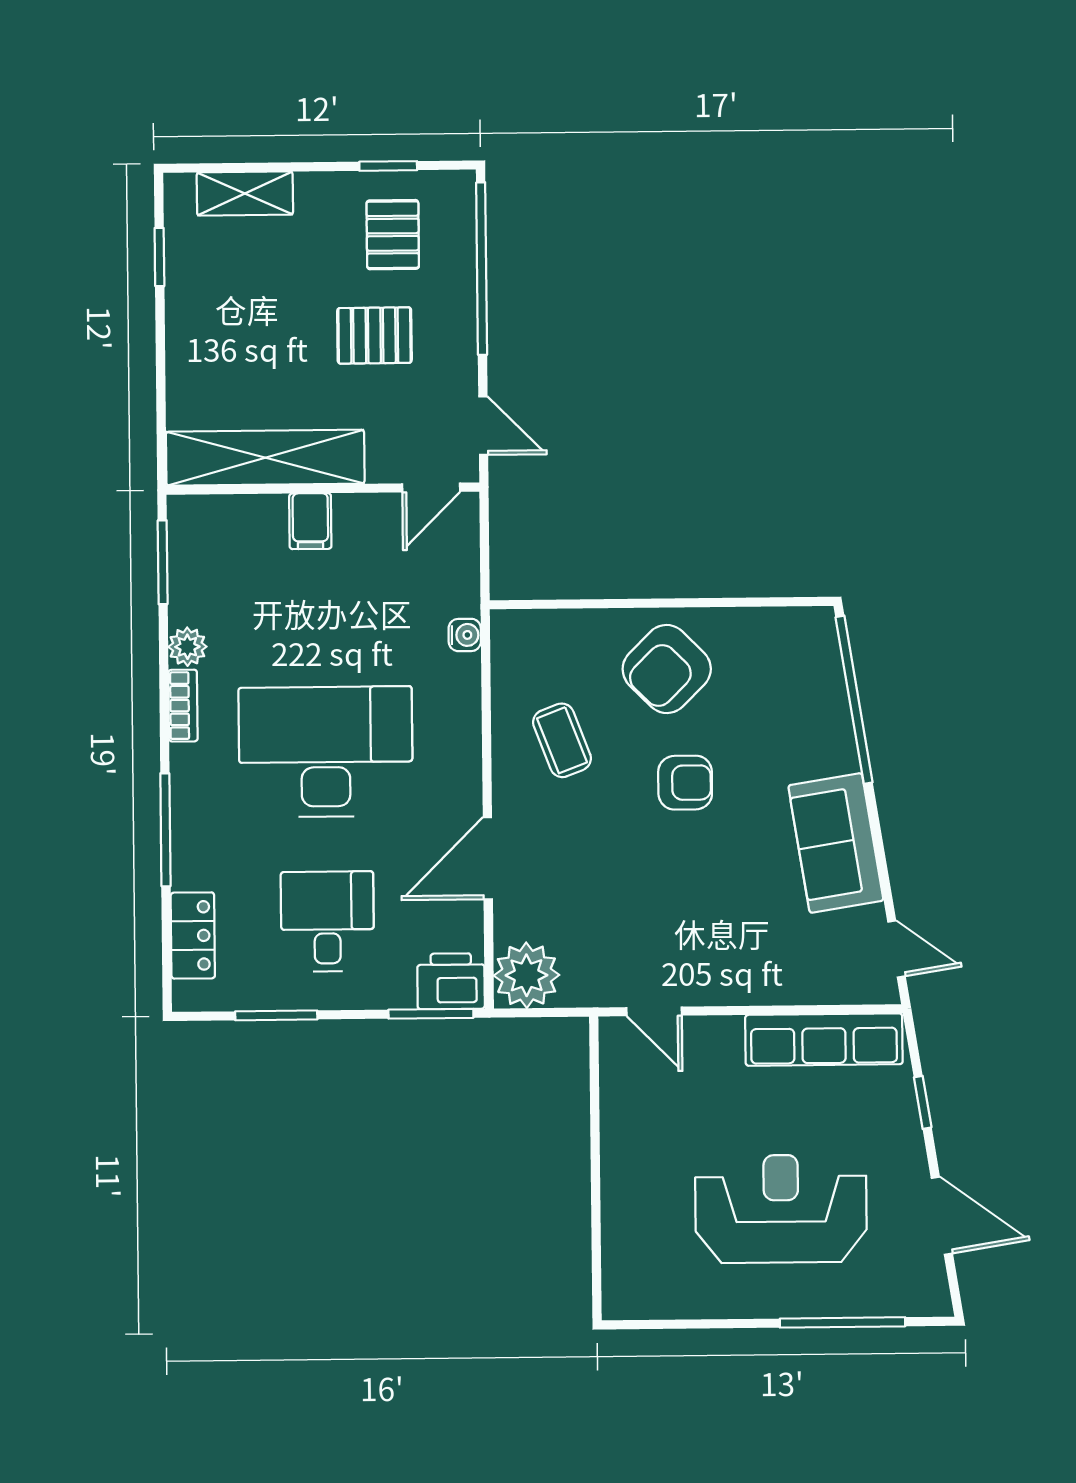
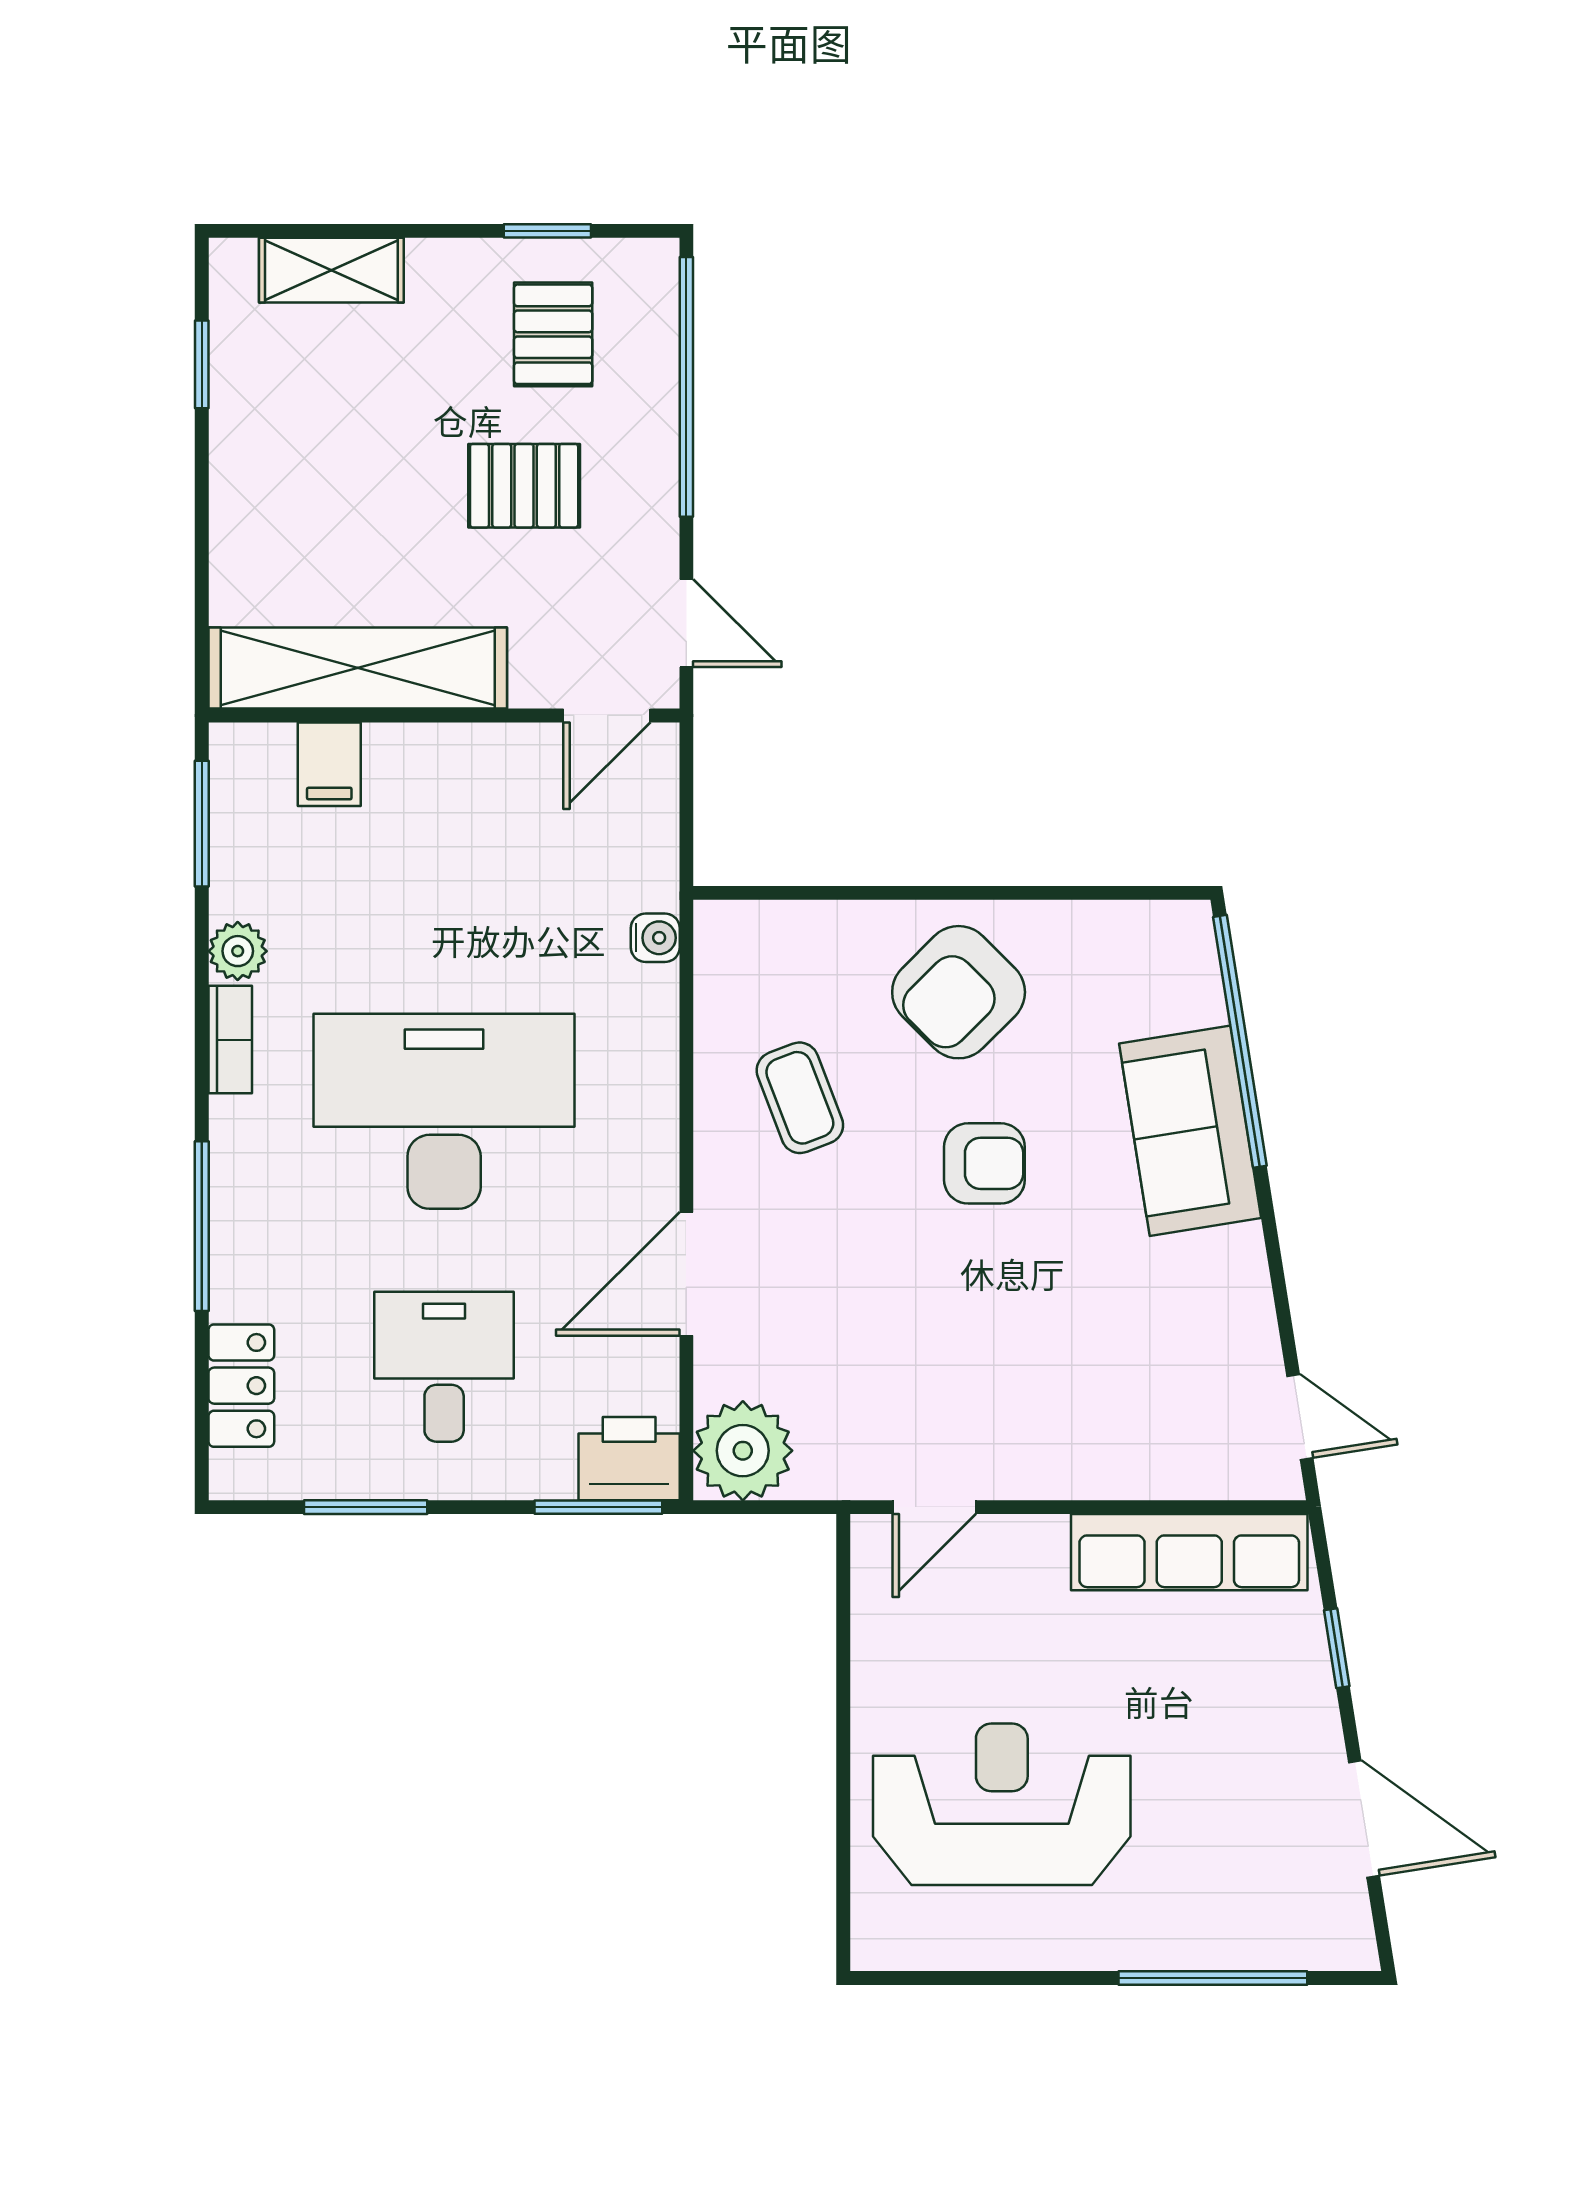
filing cabinet: (310, 521) -> (329, 764), moved
sofa: (836, 843) -> (1190, 1131), moved
door: (654, 1011) -> (934, 1507), hinge flipped
reception desk: (781, 1209) -> (1002, 1804), moved

